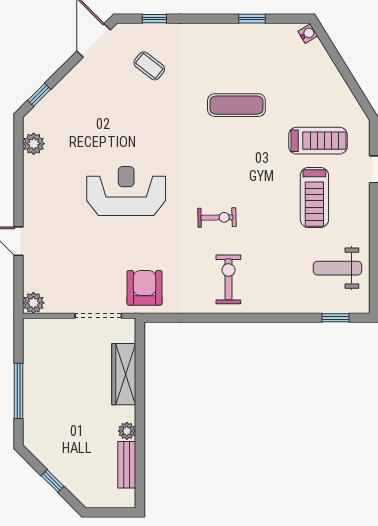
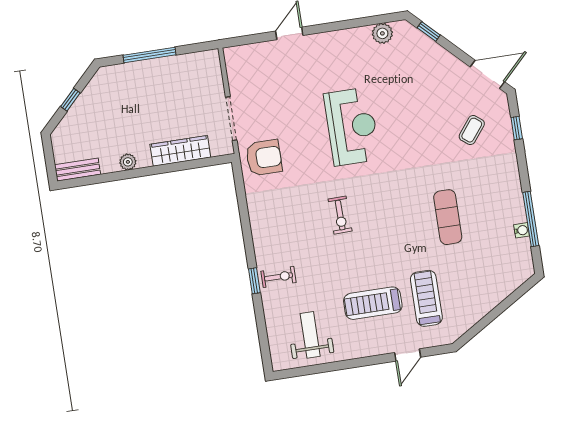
window: (252, 19) -> (531, 219), width x2.17
water cooler: (308, 34) -> (522, 230), moved, turned -58
treadmill: (318, 141) -> (426, 298), turned 180
exercise bike: (228, 279) -> (278, 277), moved, width x0.73, depth x0.72
plant: (33, 303) -> (234, 56), removed
window: (336, 318) -> (254, 281), moved
bench: (127, 465) -> (78, 170), moved

